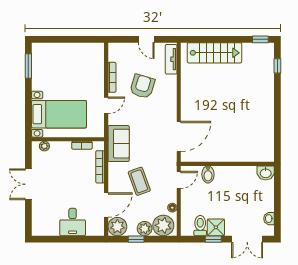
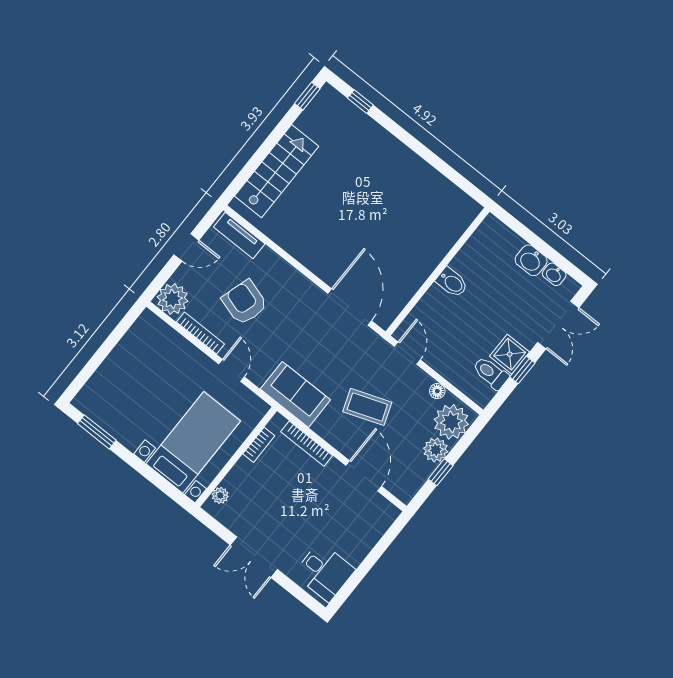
washbasin: (266, 173) -> (531, 260), moved, turned 90
bidet: (208, 174) -> (452, 282), moved
desk: (73, 222) -> (324, 572), moved
plant: (117, 227) -> (172, 299), moved

